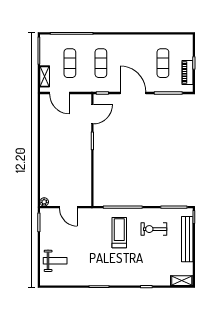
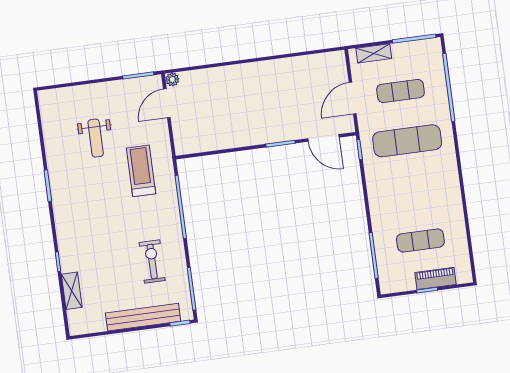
exercise mat: (101, 63) -> (407, 141), width x1.36, depth x1.45
piano: (187, 72) -> (436, 278), moved
door: (59, 93) -> (353, 98), moved
door: (133, 93) -> (366, 199), removed
door: (68, 207) -> (167, 103), moved
treadmill: (119, 233) -> (141, 171), moved, turned -90
weight bench: (55, 261) -> (96, 138), moved
shelving: (182, 281) -> (72, 291), moved

